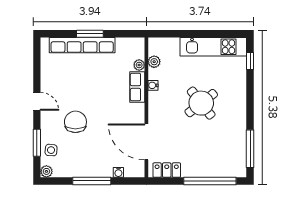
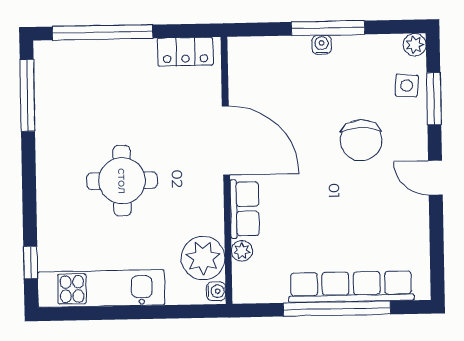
window: (90, 34) -> (337, 309), width x2.11
plant: (154, 62) -> (203, 258), width x1.88, depth x1.88
water cooler: (153, 85) -> (216, 291), moved
round table: (201, 103) -> (122, 181), turned 38
door: (146, 142) -> (226, 140), moved
water cooler: (118, 172) -> (322, 45), moved

